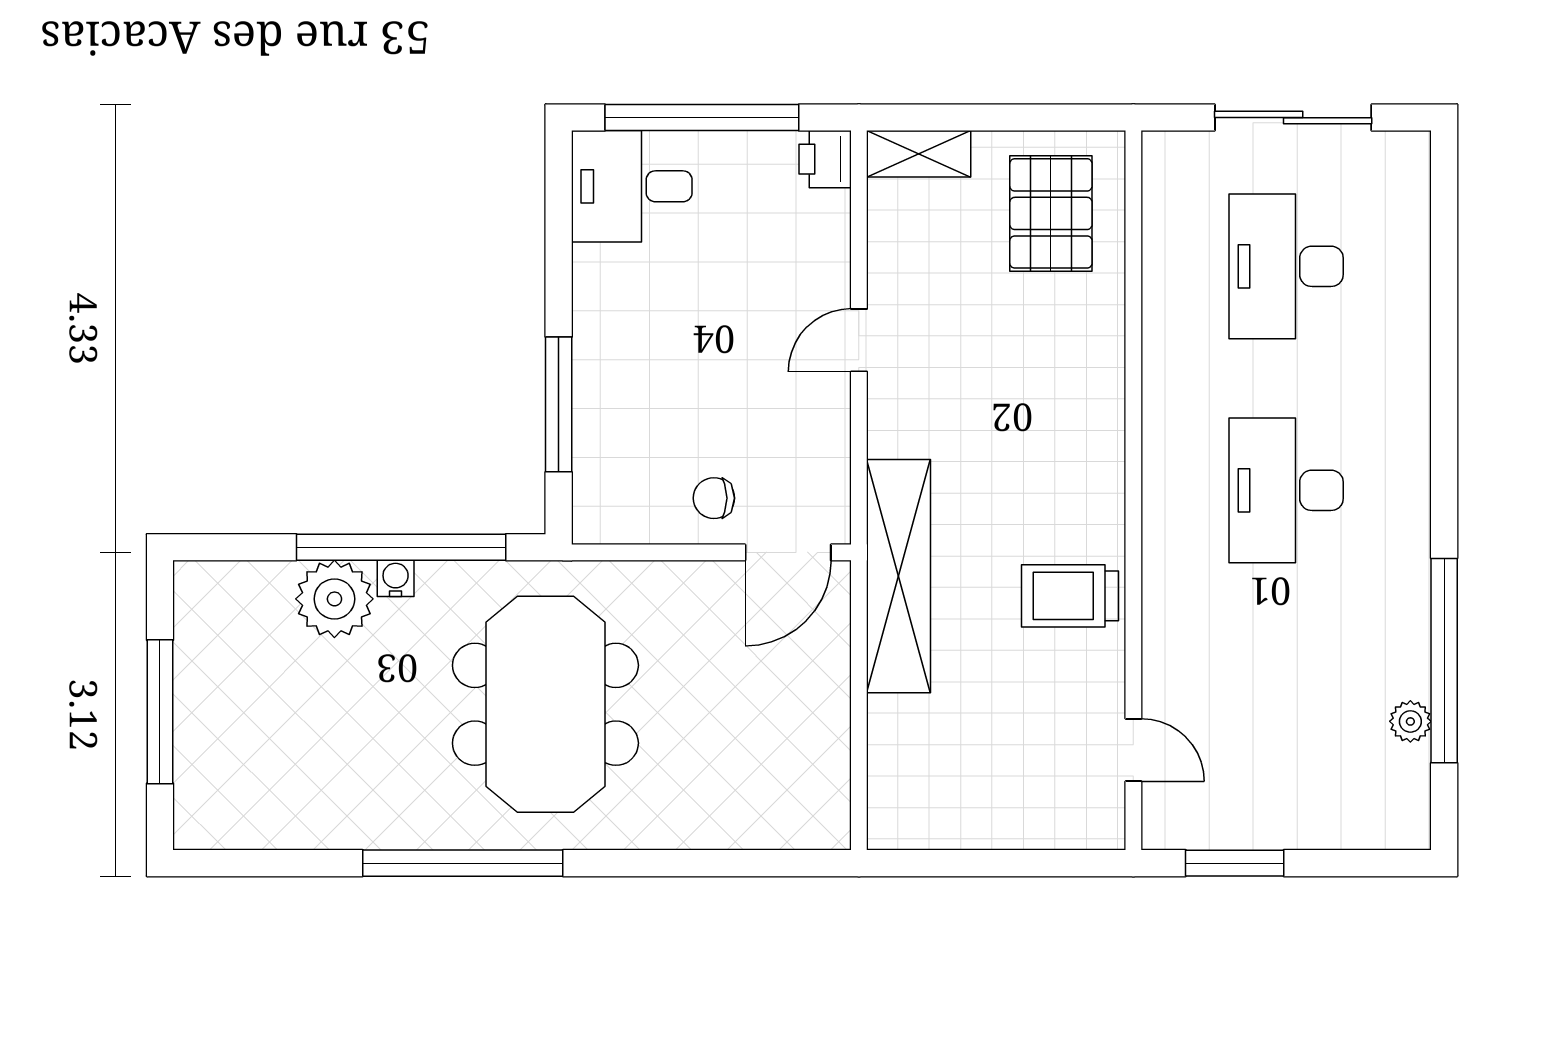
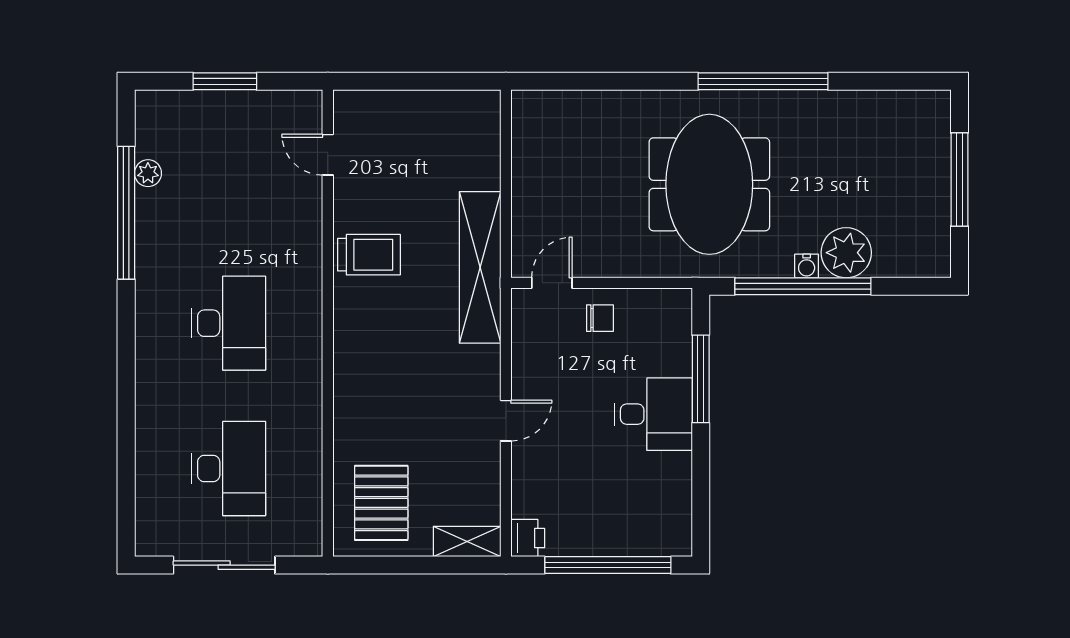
desk: (632, 186) -> (653, 414), moved
door: (788, 552) -> (552, 283), width x0.73
window: (1235, 863) -> (225, 81), moved

